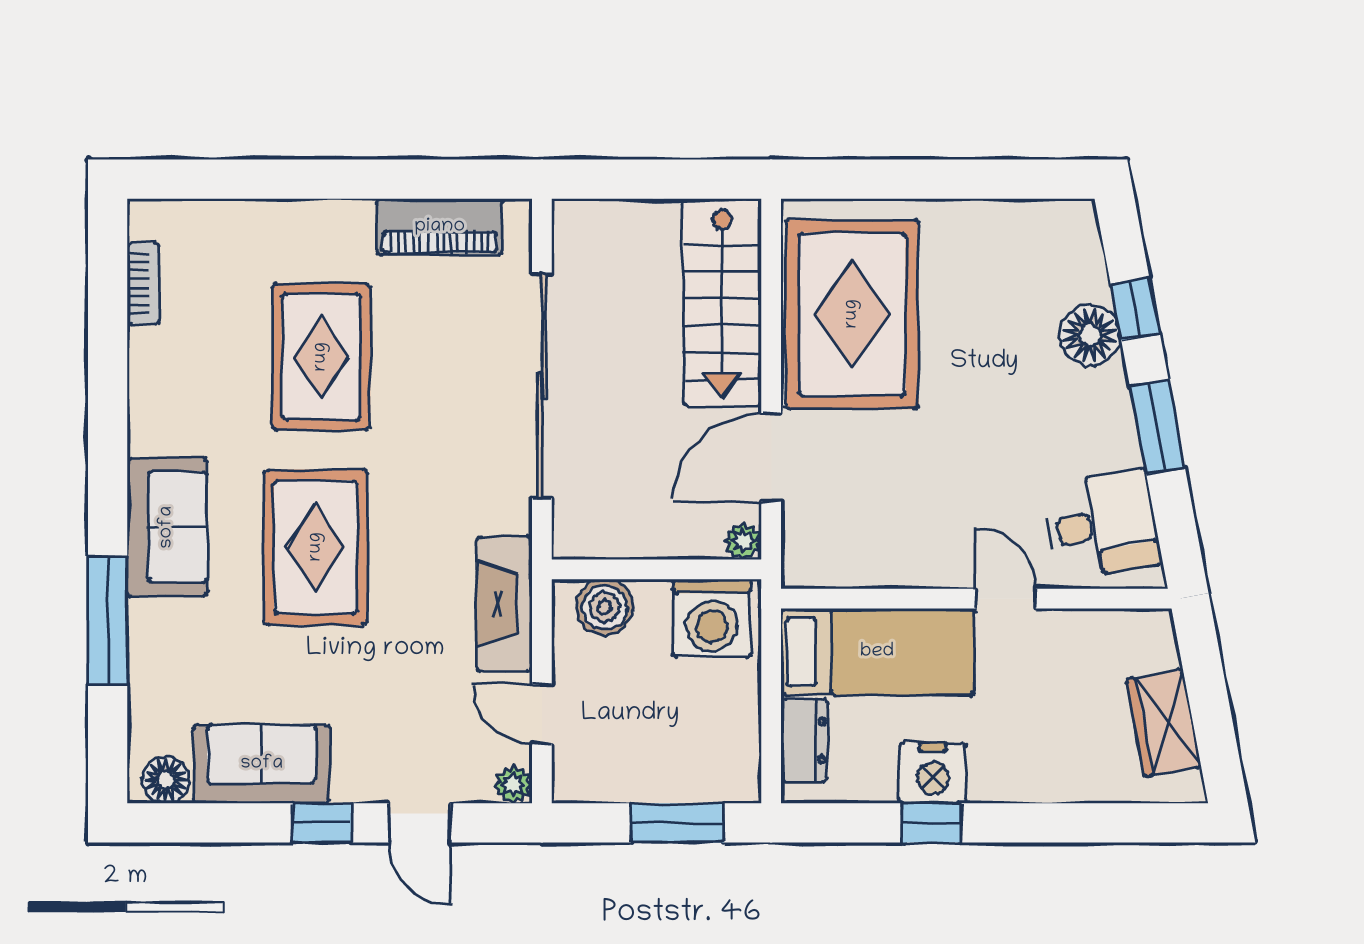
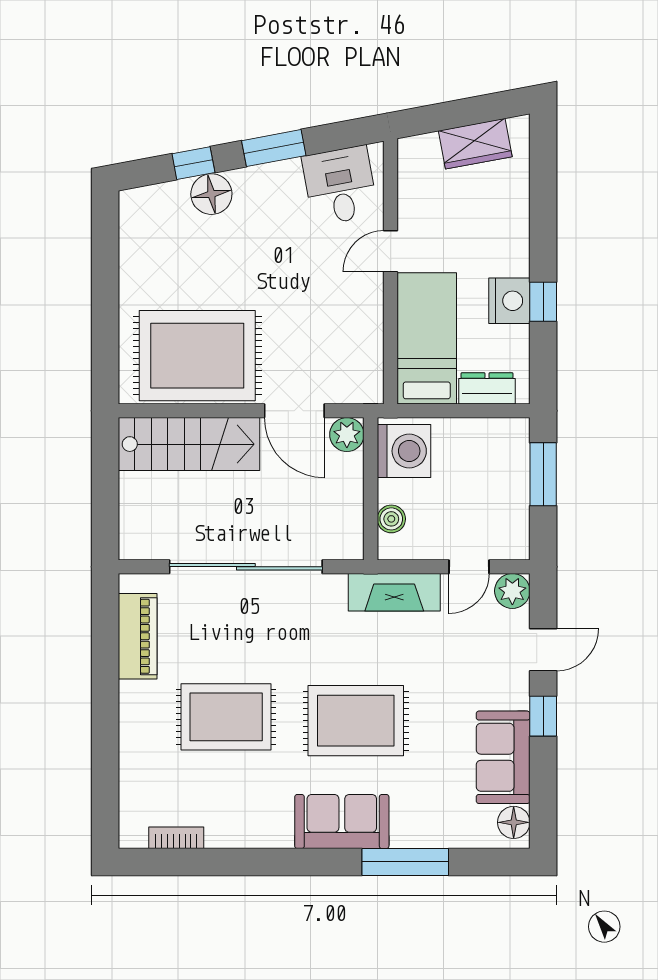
plant: (743, 541) -> (347, 435), width x1.38, depth x1.38
boiler: (605, 607) -> (391, 519), width x0.73, depth x0.73
plant: (513, 785) -> (512, 591), width x1.38, depth x1.38

